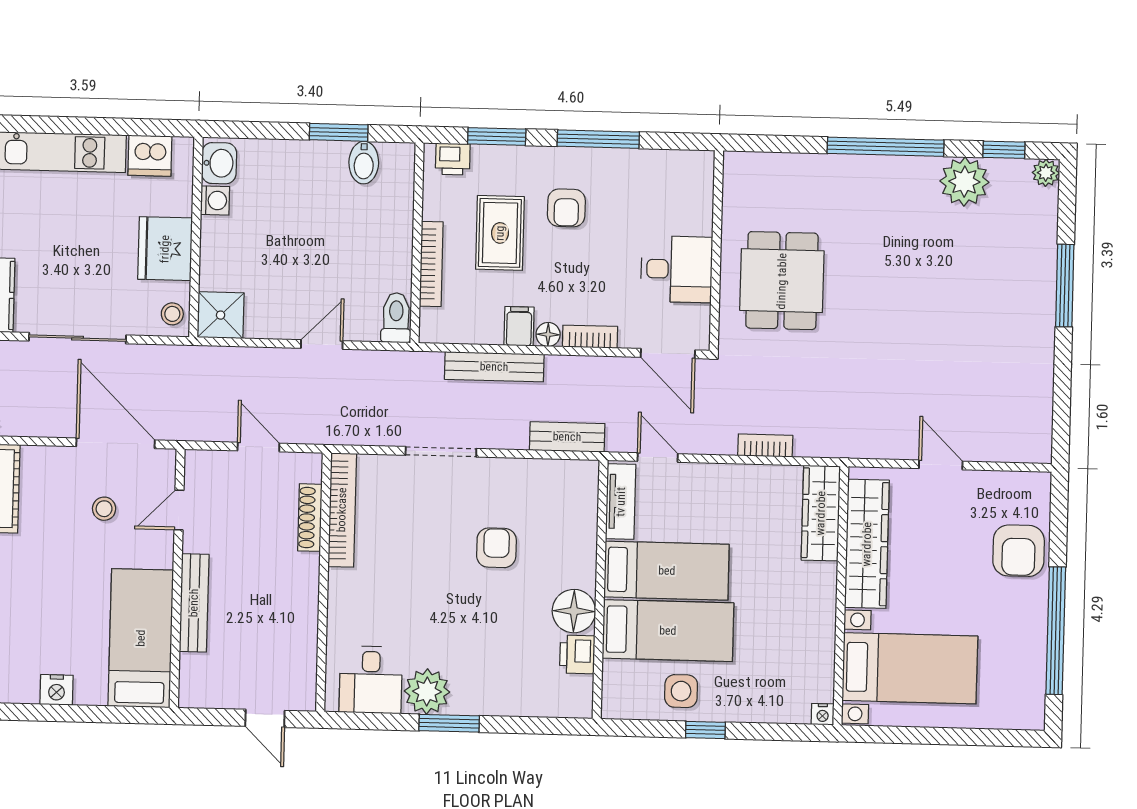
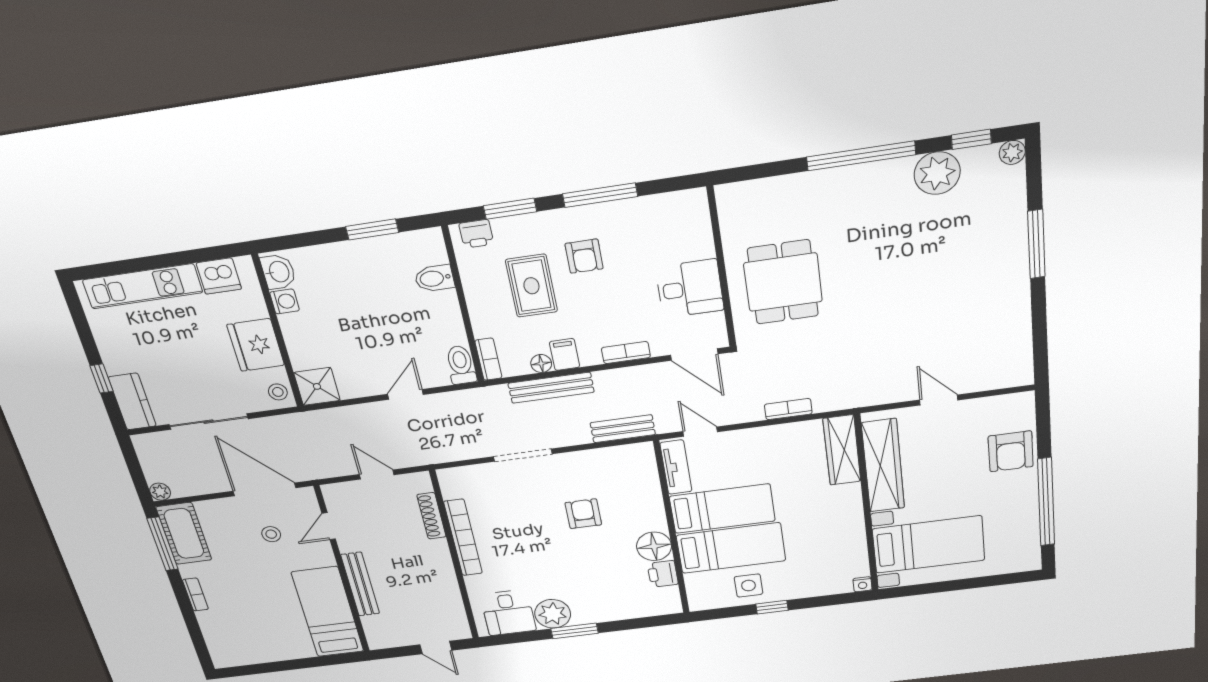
bidet: (364, 163) -> (434, 278), moved, turned 90
bookcase: (431, 264) -> (488, 359), moved, width x0.64
floor lamp: (548, 334) -> (541, 363), moved
bookcase: (342, 510) -> (463, 538), moved
nightstand: (57, 690) -> (277, 652), removed

